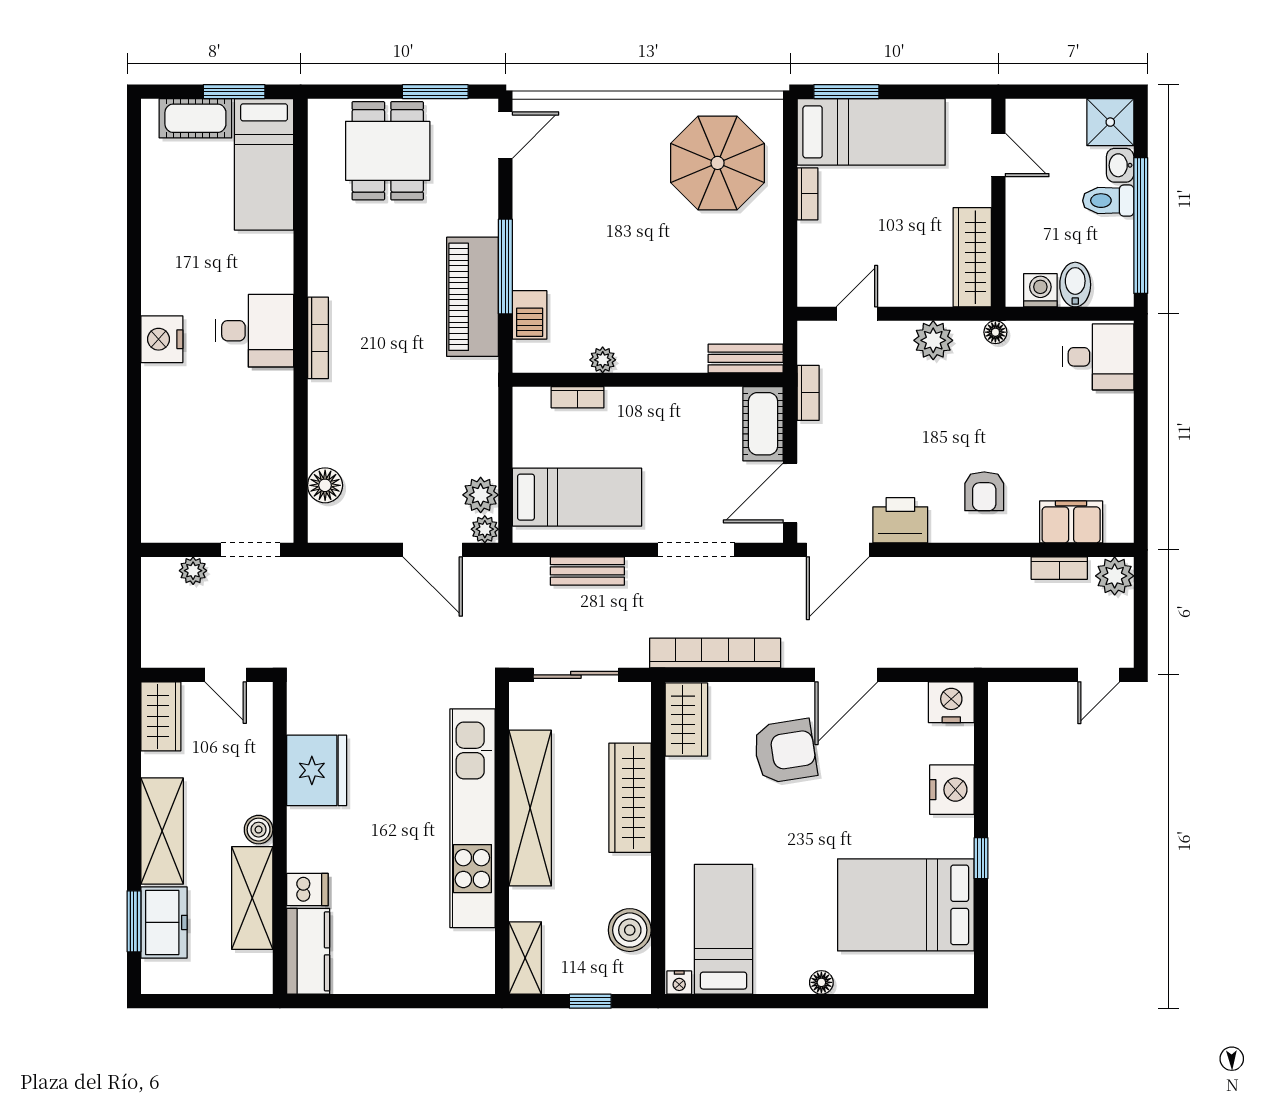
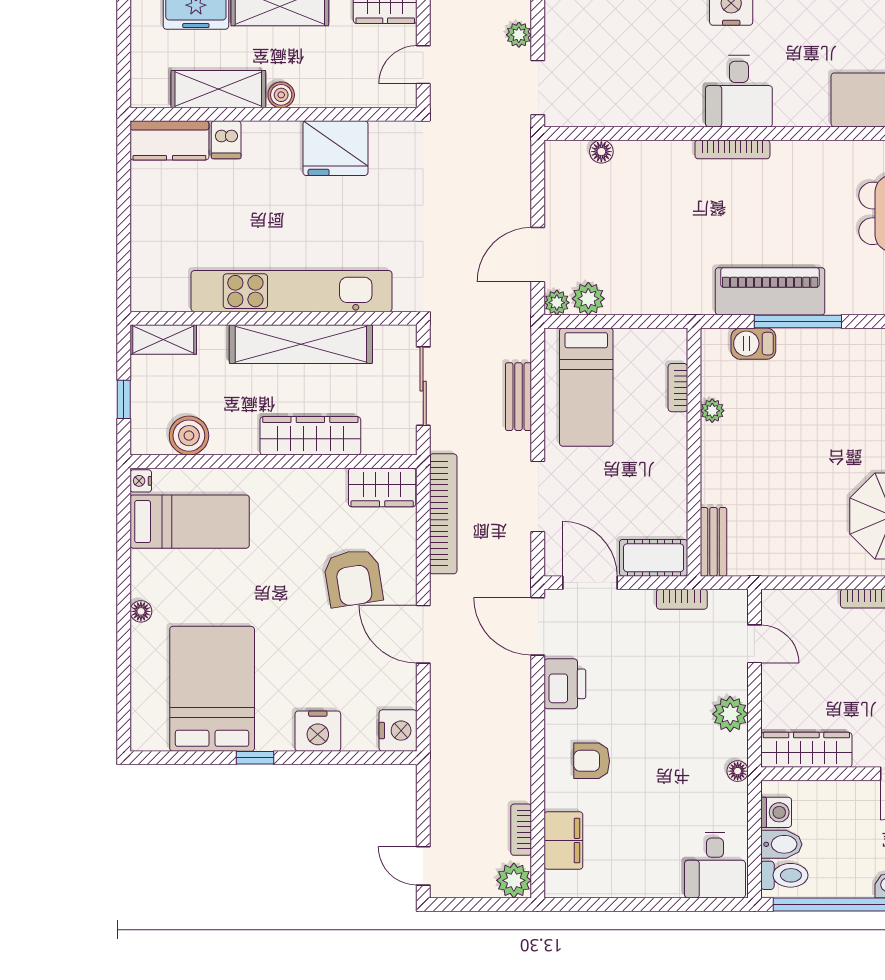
toilet: (1108, 201) -> (784, 875), moved, turned 90
floor lamp: (325, 485) -> (601, 152), width x0.73, depth x0.73

